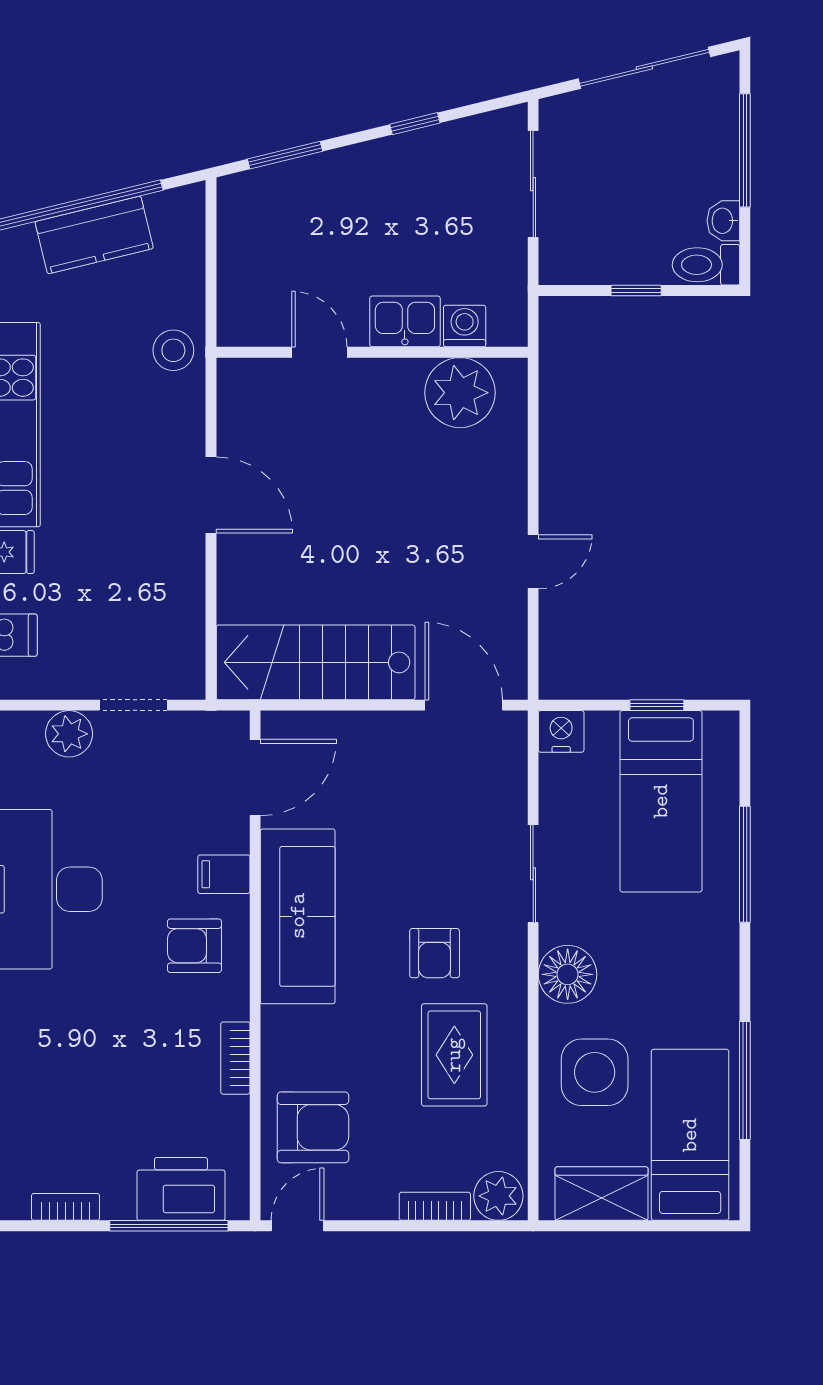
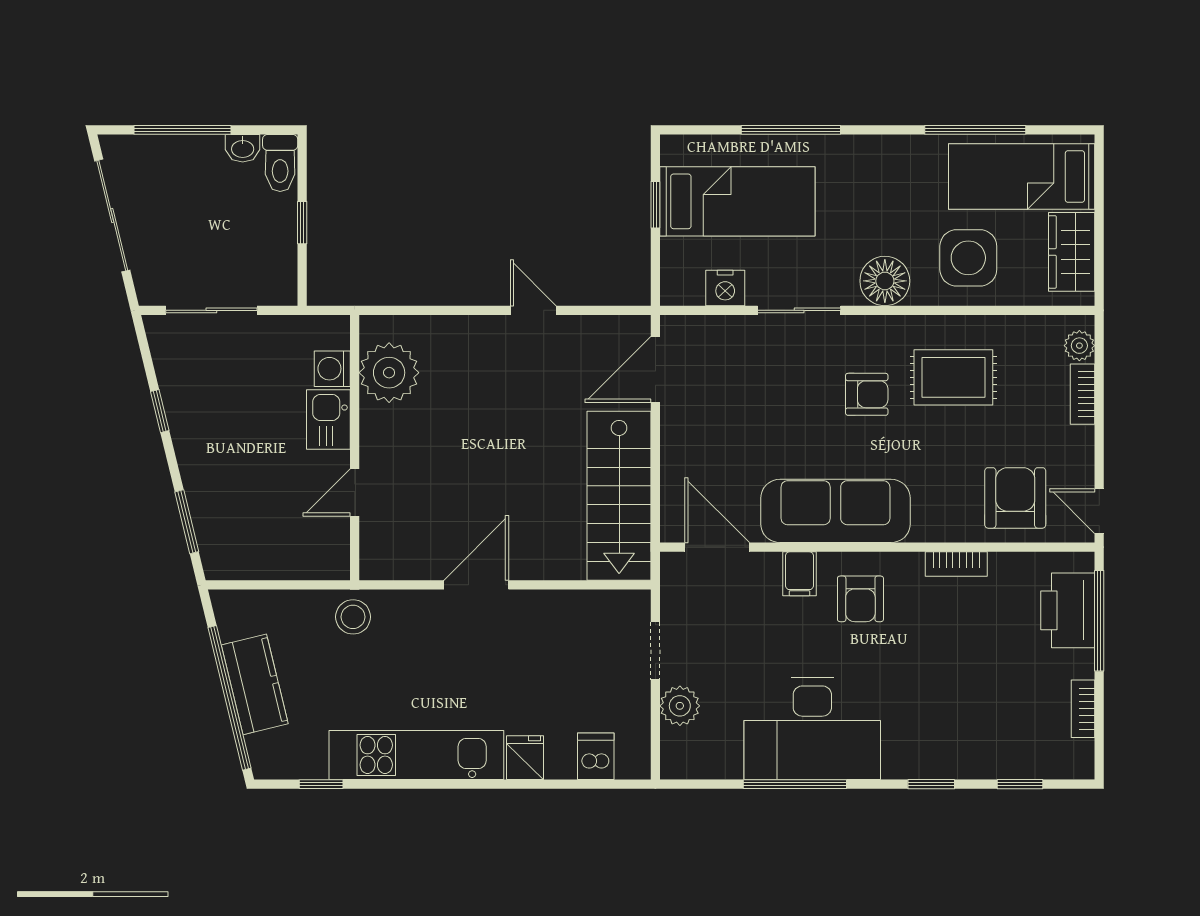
nightstand: (561, 731) -> (725, 288), moved, turned -90
plant: (498, 1196) -> (1079, 346), width x0.73, depth x0.73

